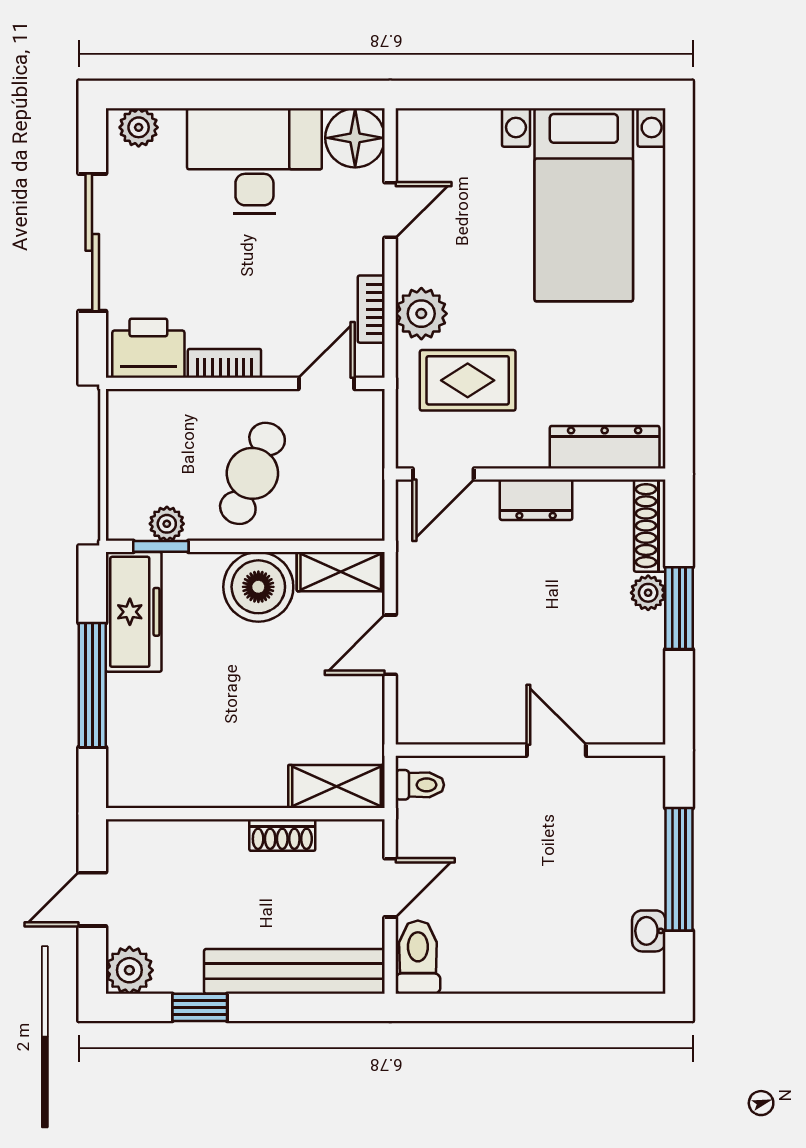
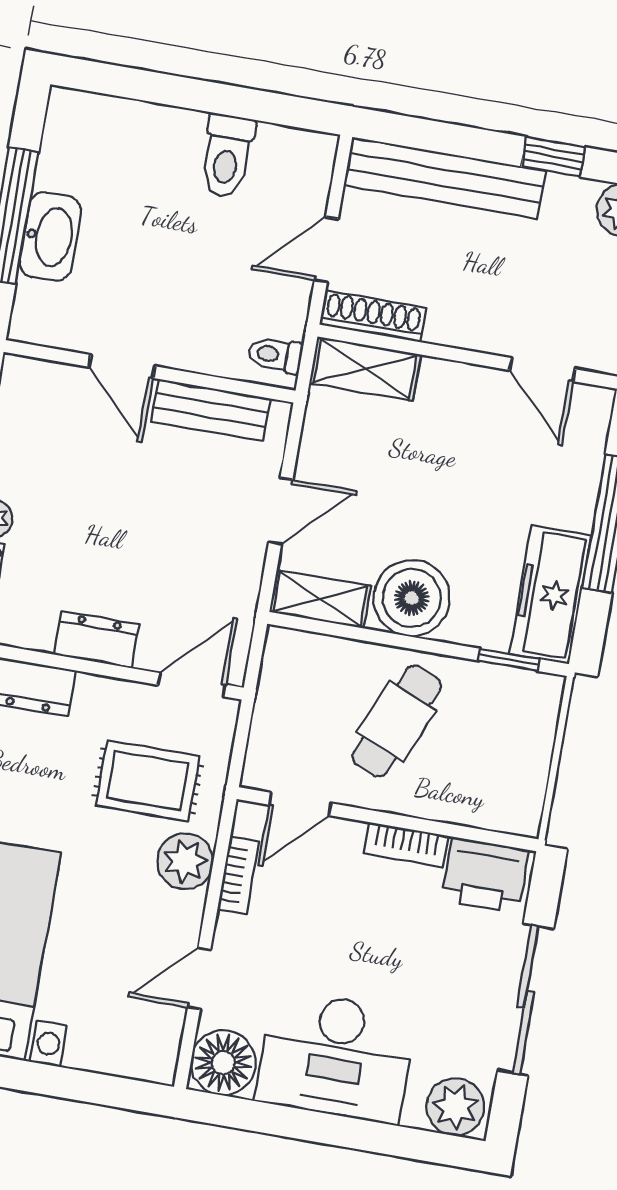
plant: (139, 127) -> (455, 1107), width x1.38, depth x1.38
plant: (167, 524) -> (498, 683), removed
bench: (469, 725) -> (211, 410), added
door: (176, 814) -> (542, 370), added
shoe rack: (282, 835) -> (373, 316), moved, width x1.43
washbasin: (649, 931) -> (50, 237), moved, width x1.91, depth x1.45
toilet: (418, 957) -> (227, 156), moved

